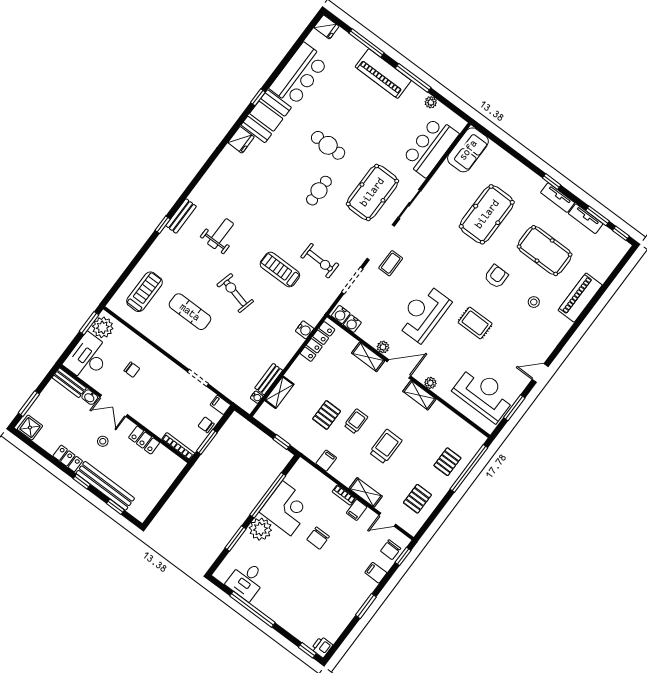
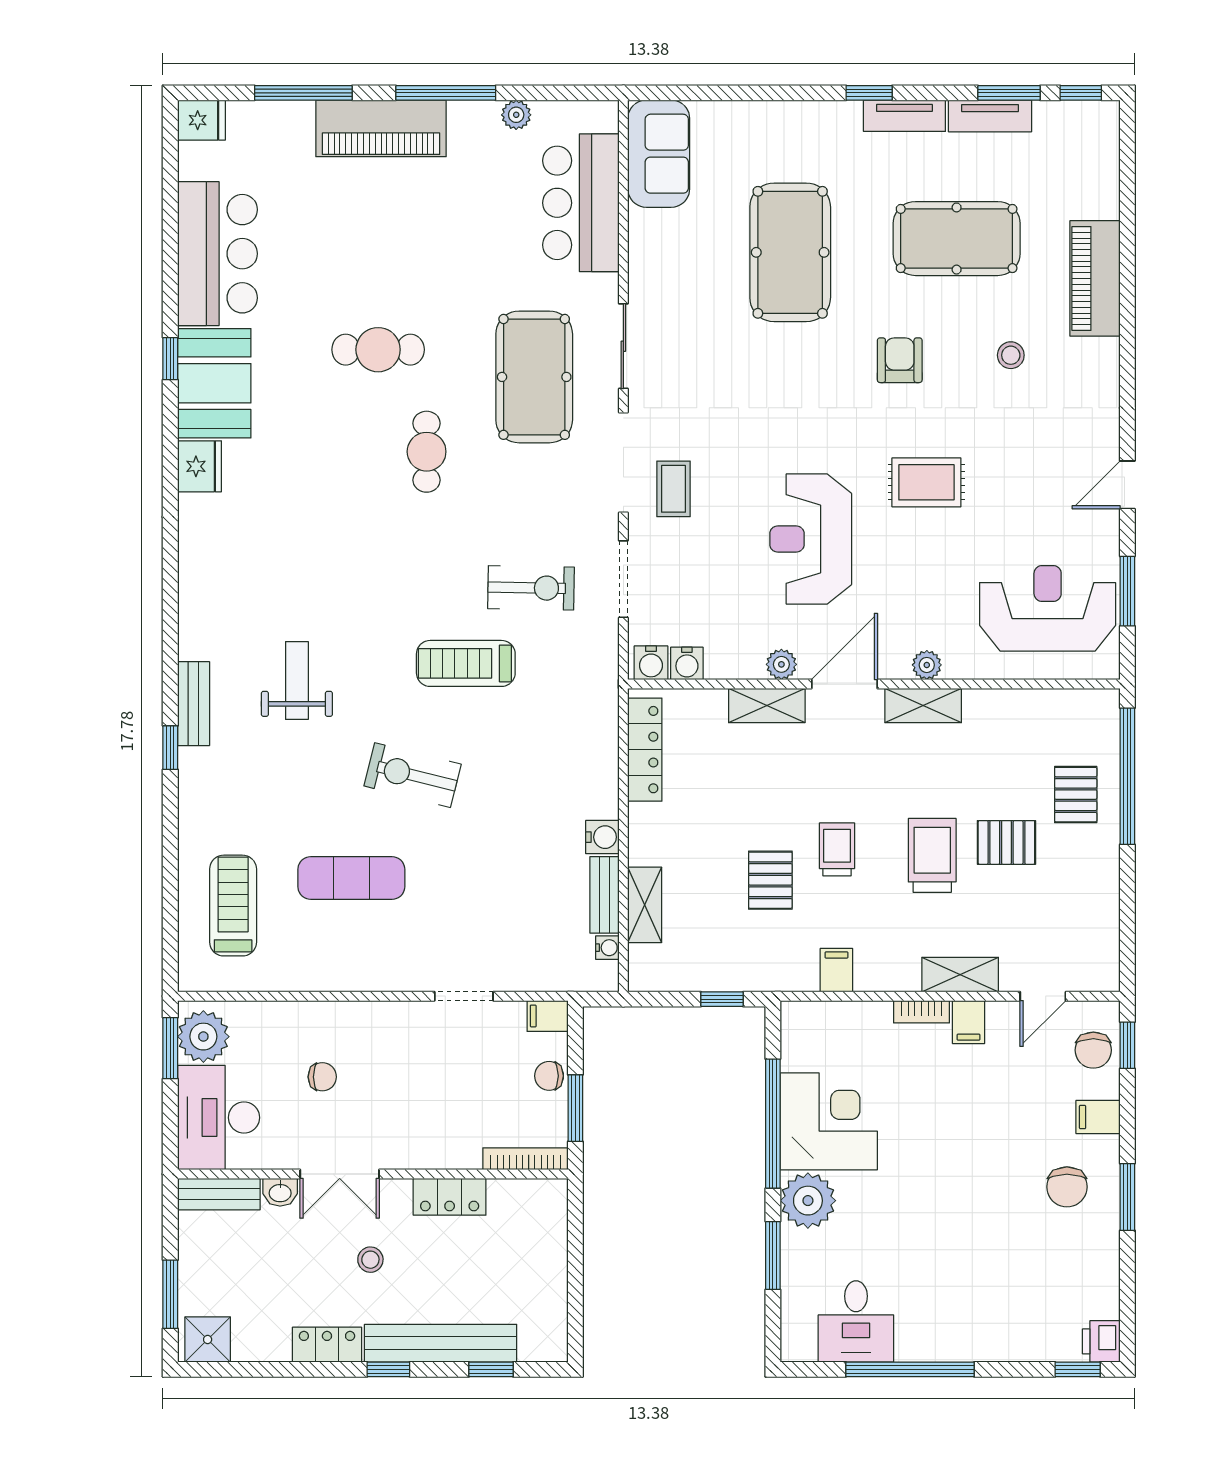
water cooler: (305, 330) -> (602, 837), moved
pallet: (417, 499) -> (1006, 842), moved, turned 90
chair: (318, 538) -> (1067, 1187), moved

